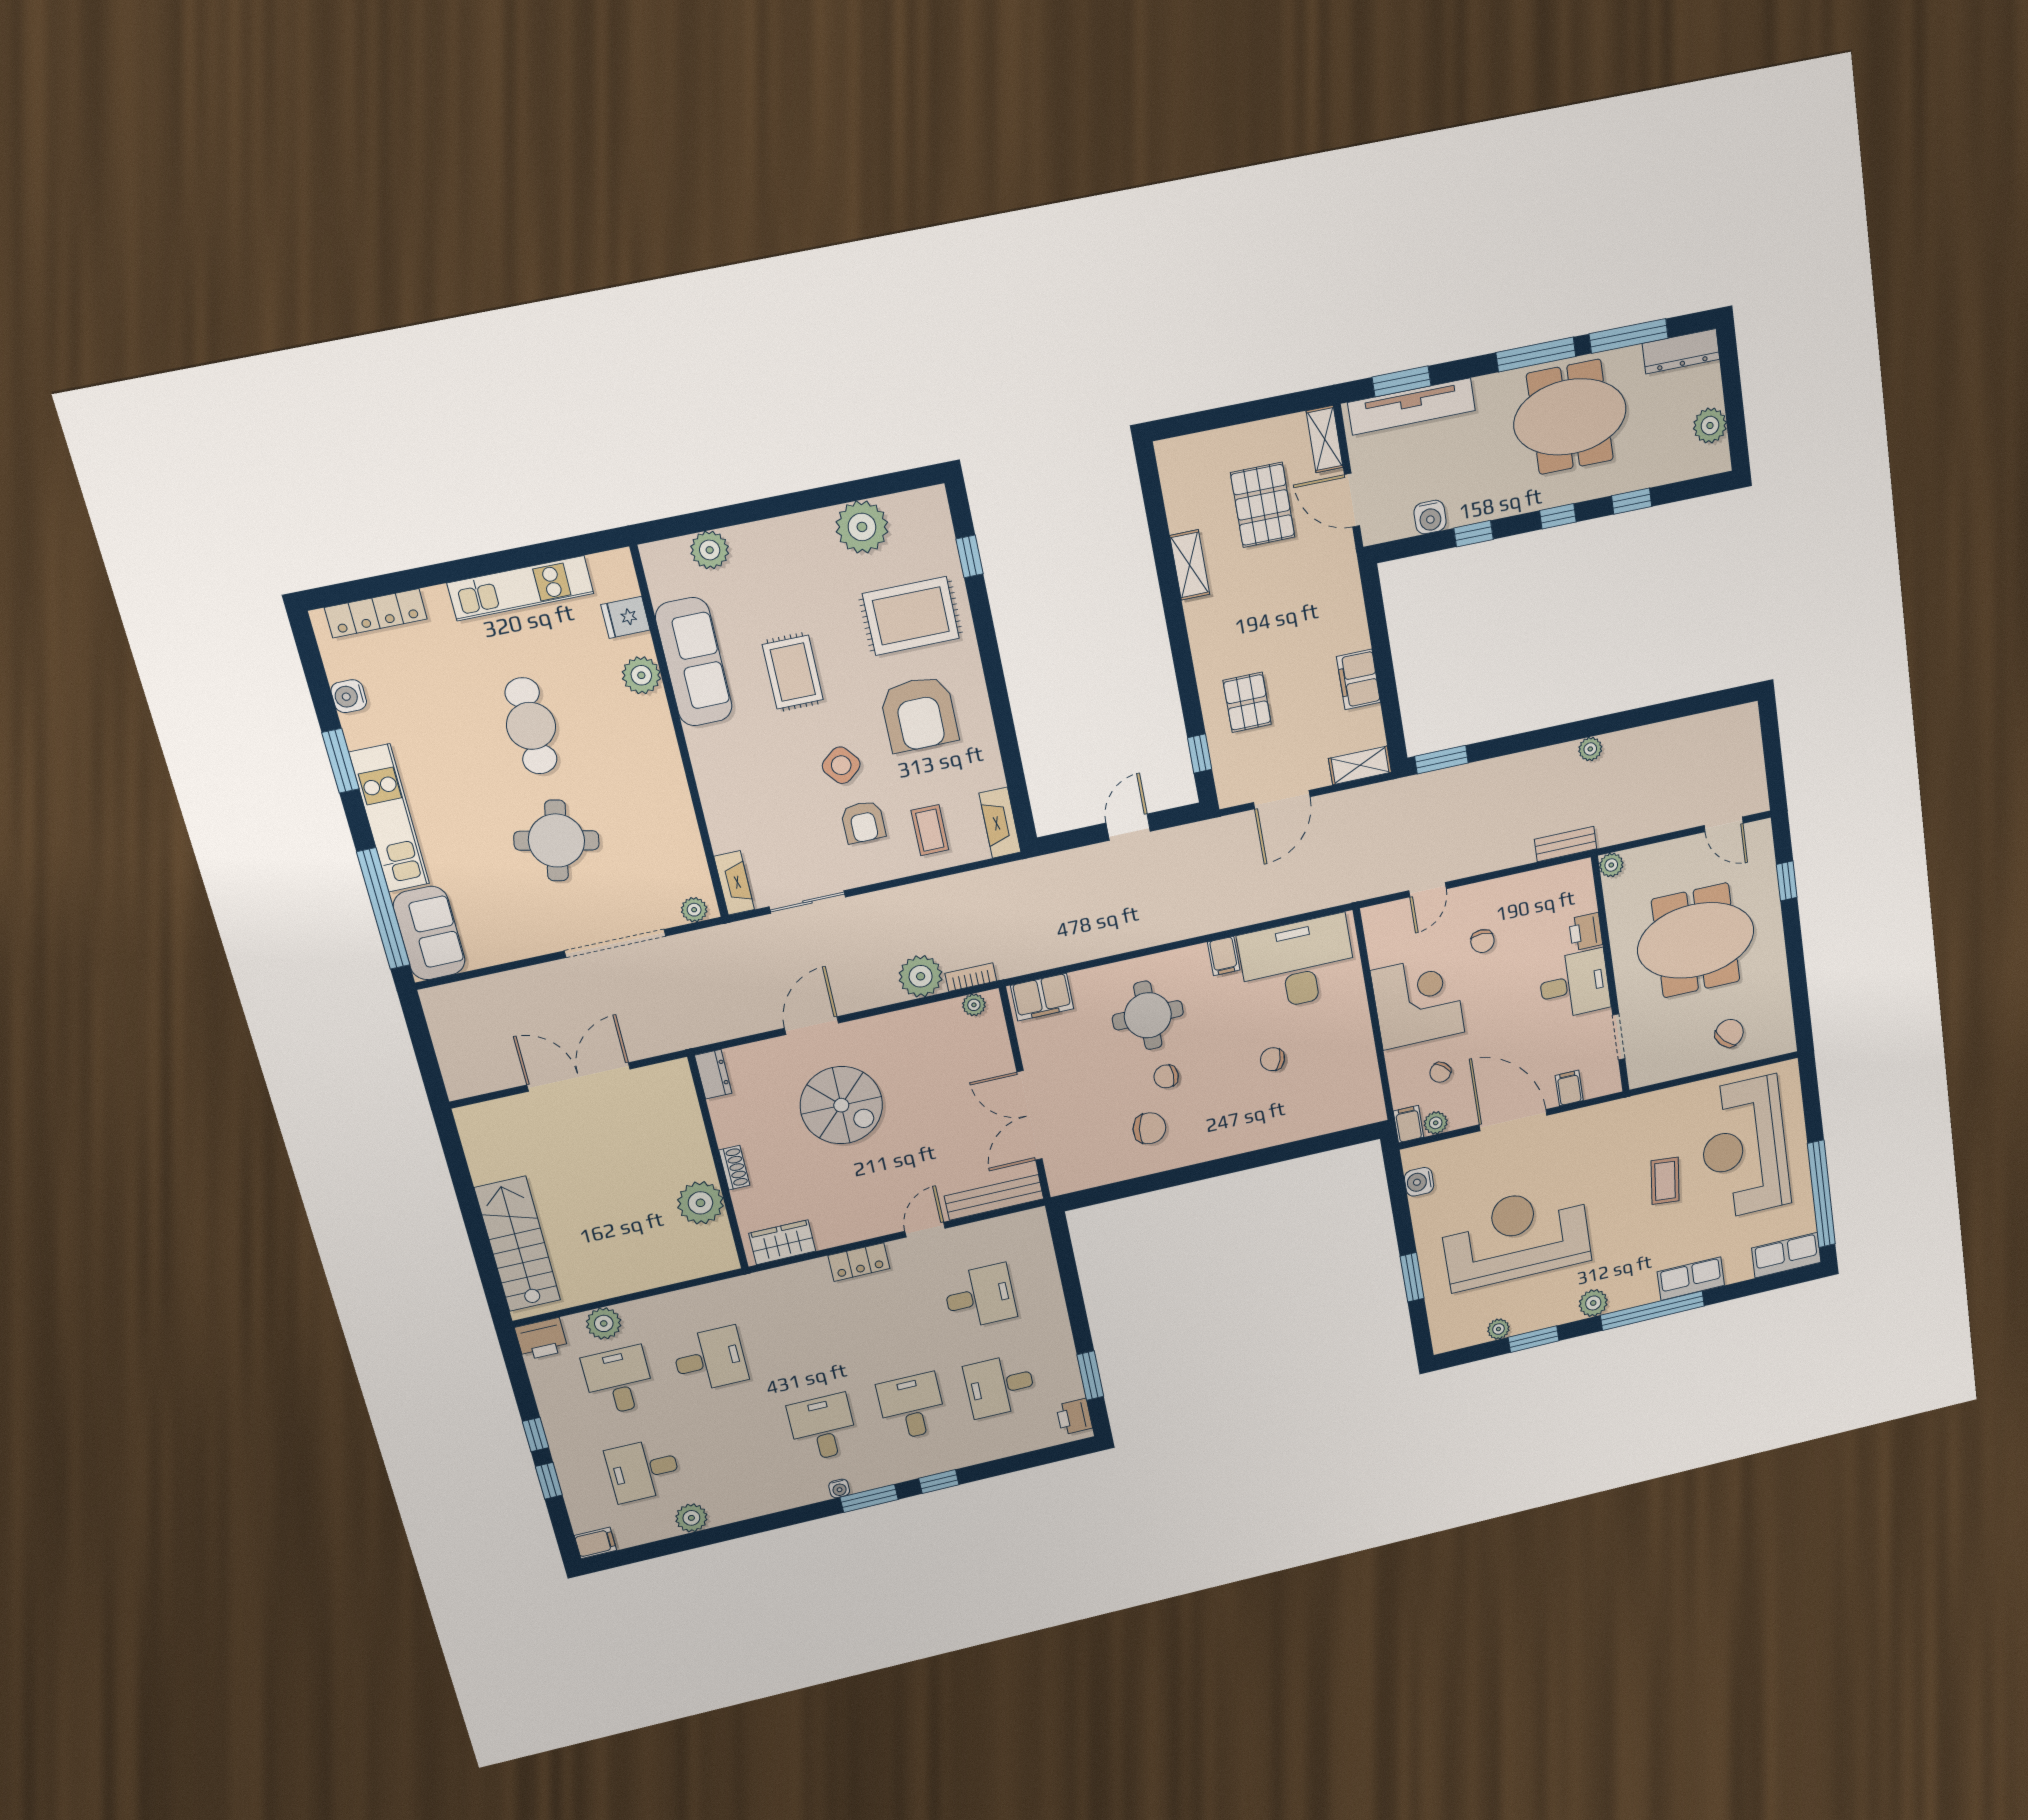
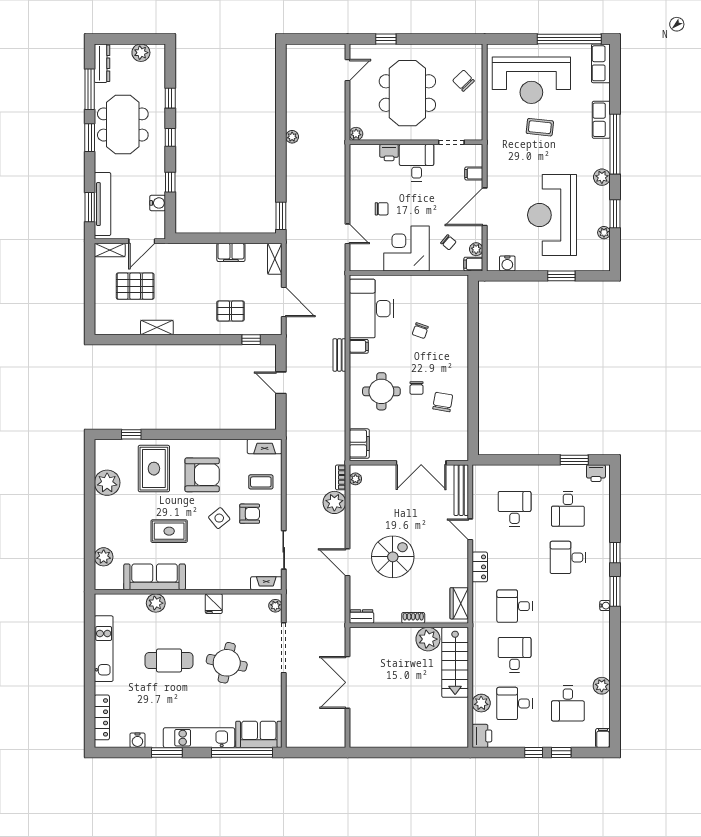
window: (1536, 355) -> (90, 138), width x0.69
fridge: (625, 617) -> (214, 604), moved
bench: (1566, 844) -> (339, 355), moved
stairs: (518, 1244) -> (455, 662), moved, turned -90
desk: (823, 1428) -> (515, 606), moved

